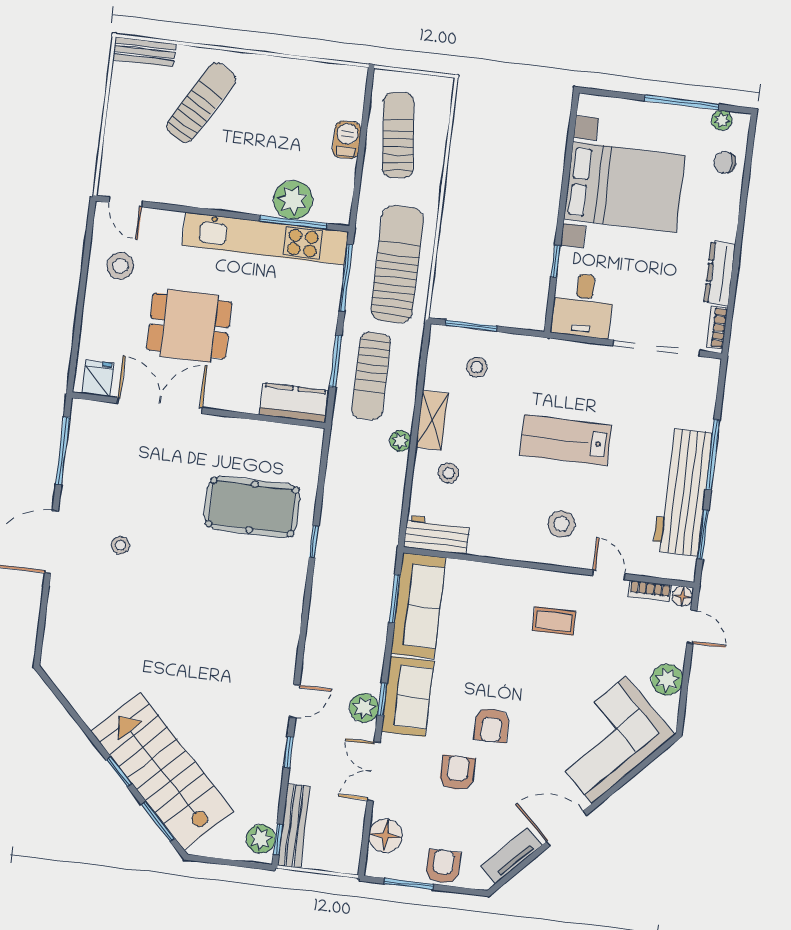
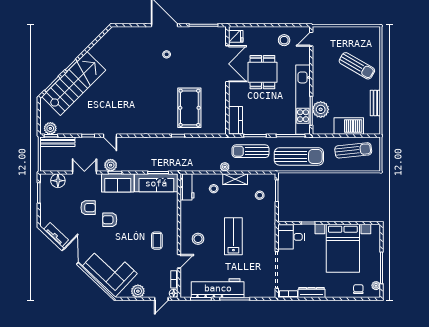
bench: (144, 52) -> (375, 103), moved
barbecue: (347, 140) -> (349, 126), width x1.88, depth x1.53
armchair: (443, 867) -> (48, 206), removed

